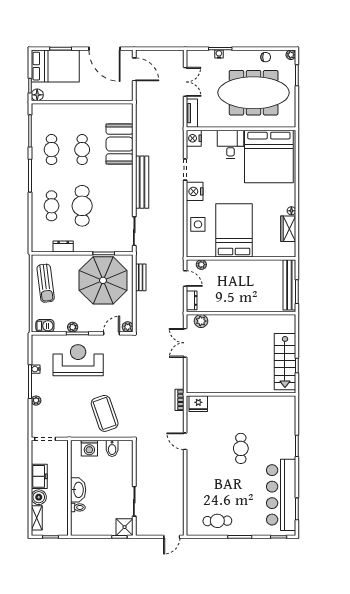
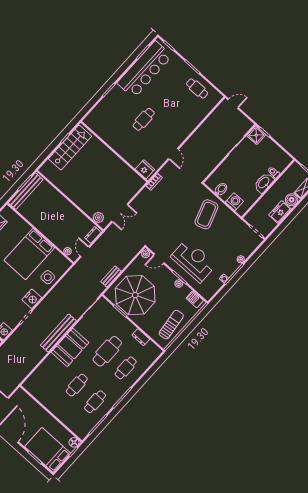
booth: (120, 144) -> (70, 347), moved
reception desk: (78, 360) -> (194, 261), turned 180

